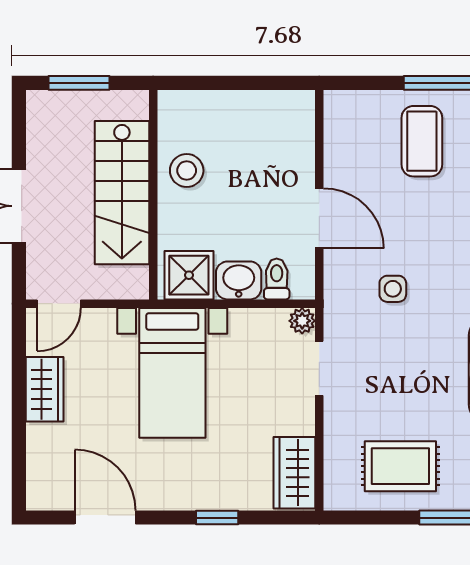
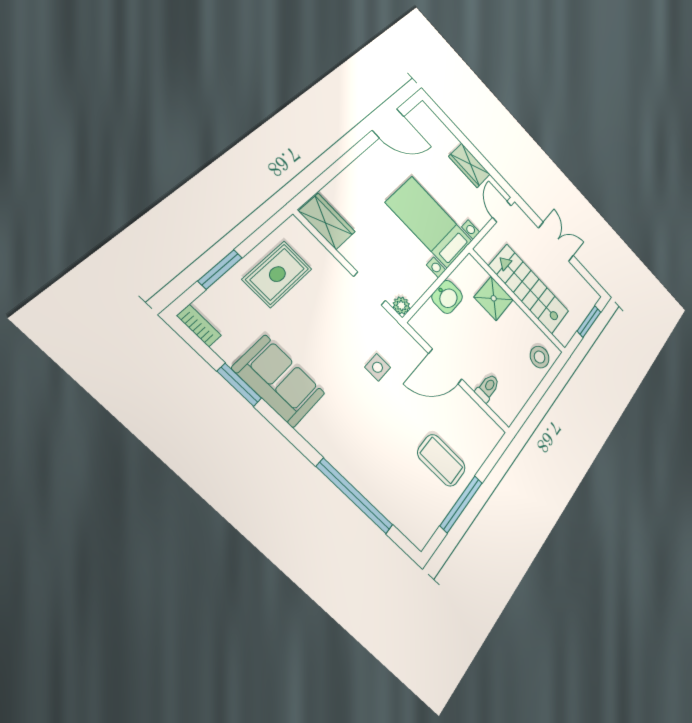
stool: (187, 171) -> (540, 357), moved
shower: (189, 275) -> (494, 298), moved
toilet: (277, 279) -> (488, 388), moved, turned -90
window: (217, 518) -> (340, 165), removed

